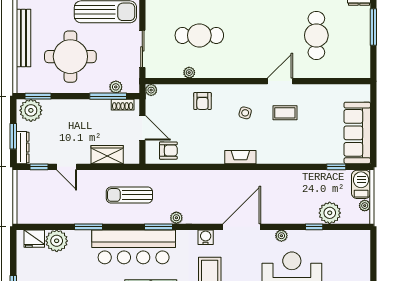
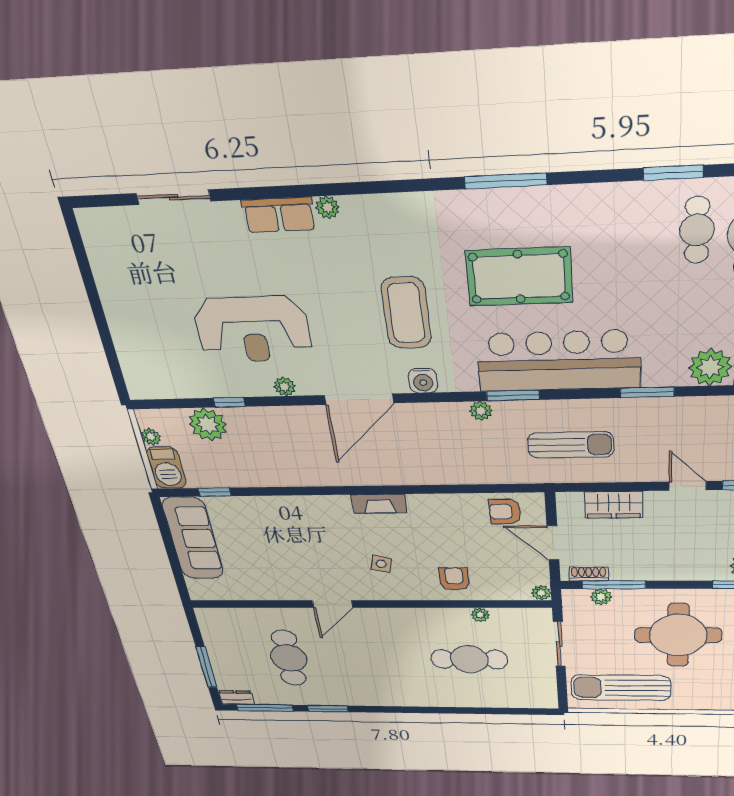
coffee table: (285, 113) -> (316, 564), removed

